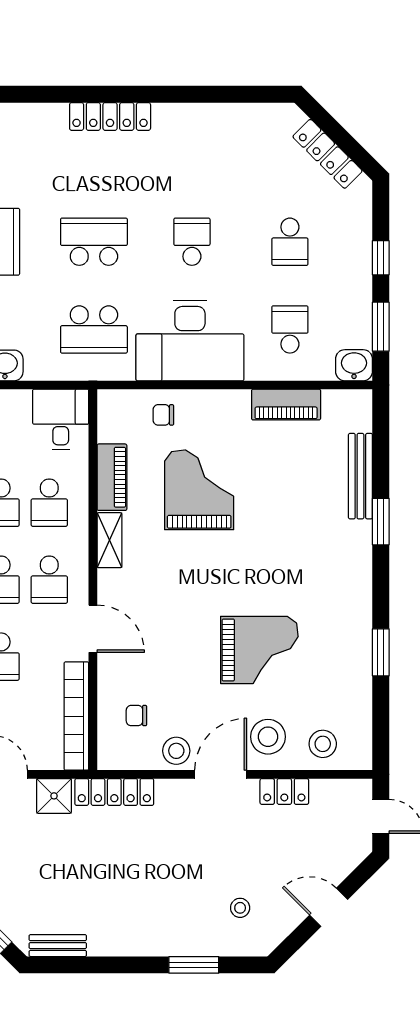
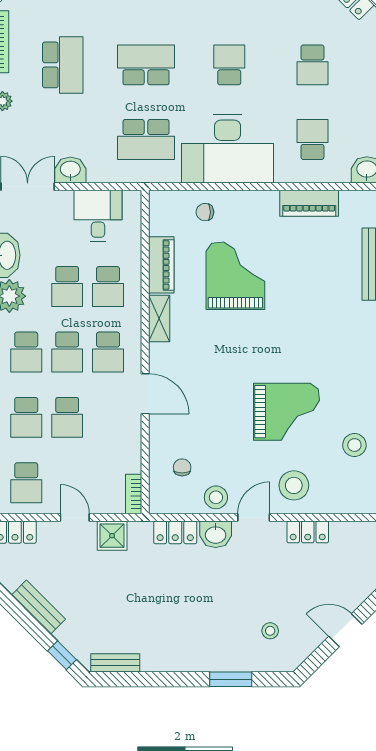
desk: (61, 419) -> (98, 216), moved
bookcase: (76, 716) -> (134, 494), width x0.43, depth x0.76
chair: (136, 716) -> (182, 467), turned 90
stool: (323, 744) -> (354, 445), moved
door: (221, 774) -> (254, 517), width x0.73
locker: (114, 792) -> (175, 532), width x0.66
washbasin: (176, 794) -> (216, 534), added

